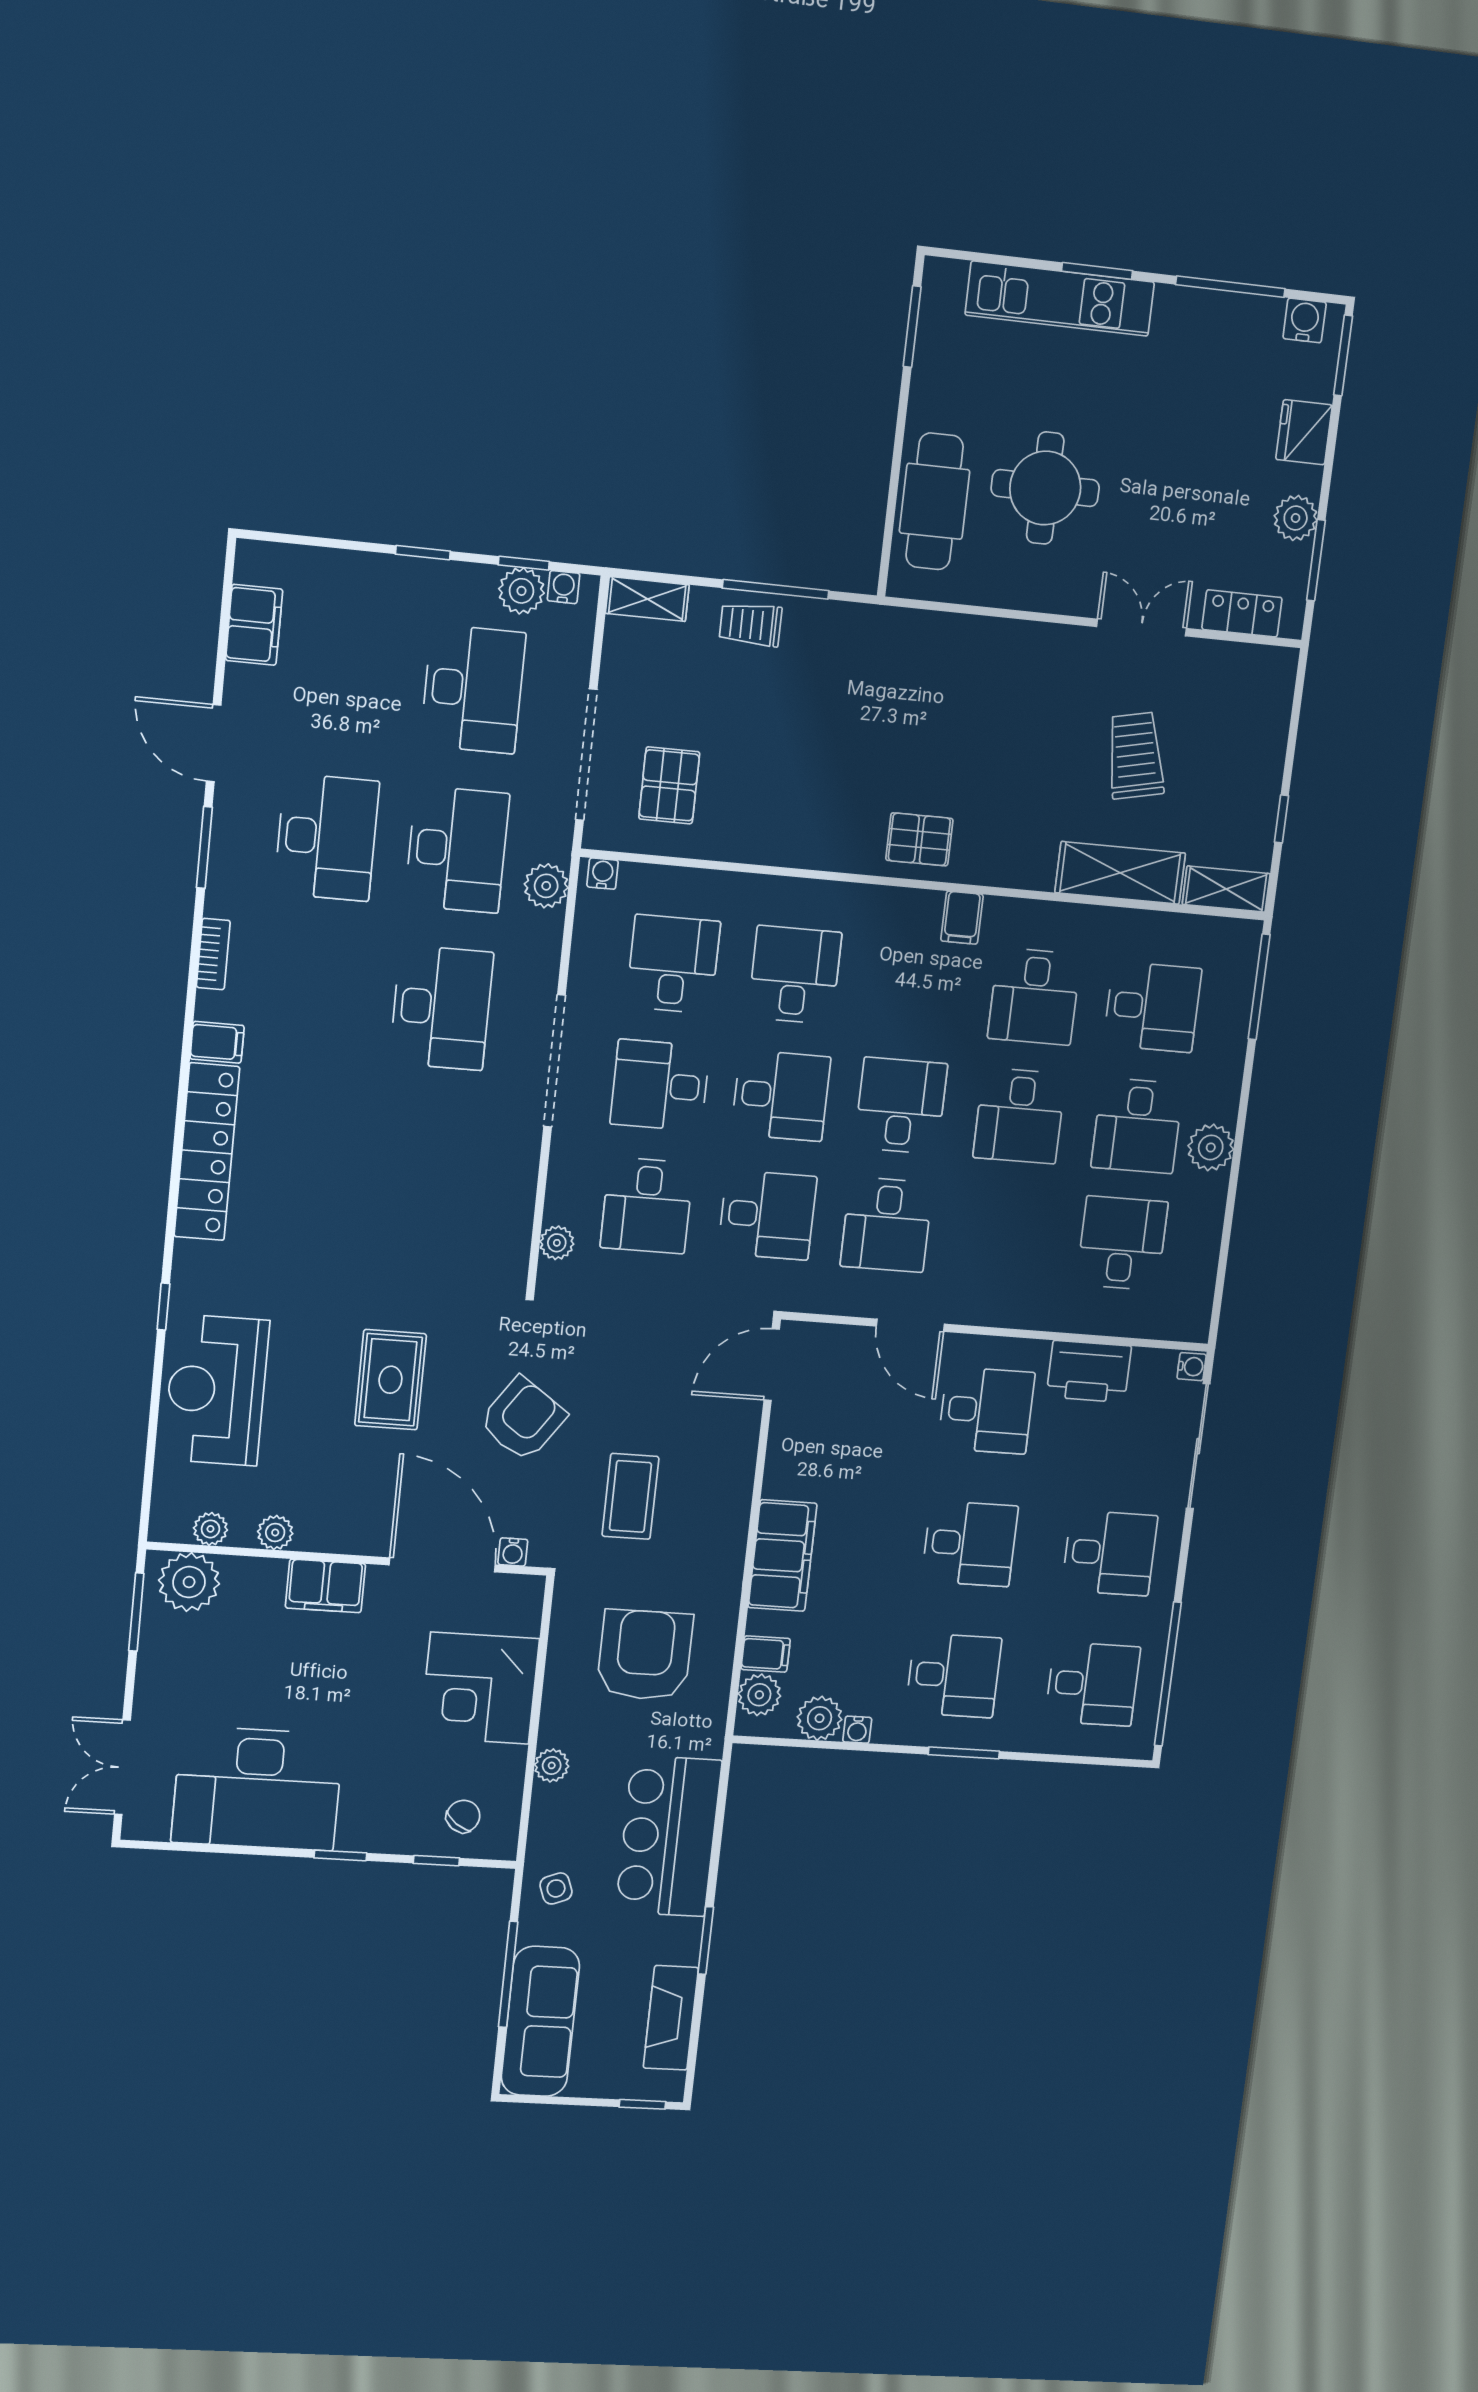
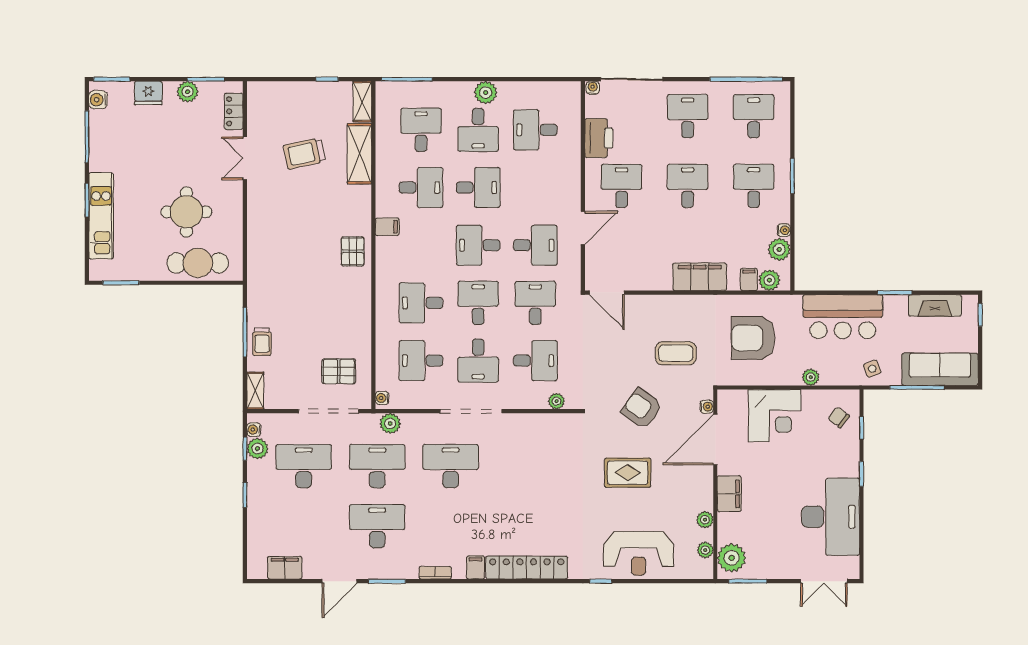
desk: (1137, 1126) -> (478, 130), turned 90

